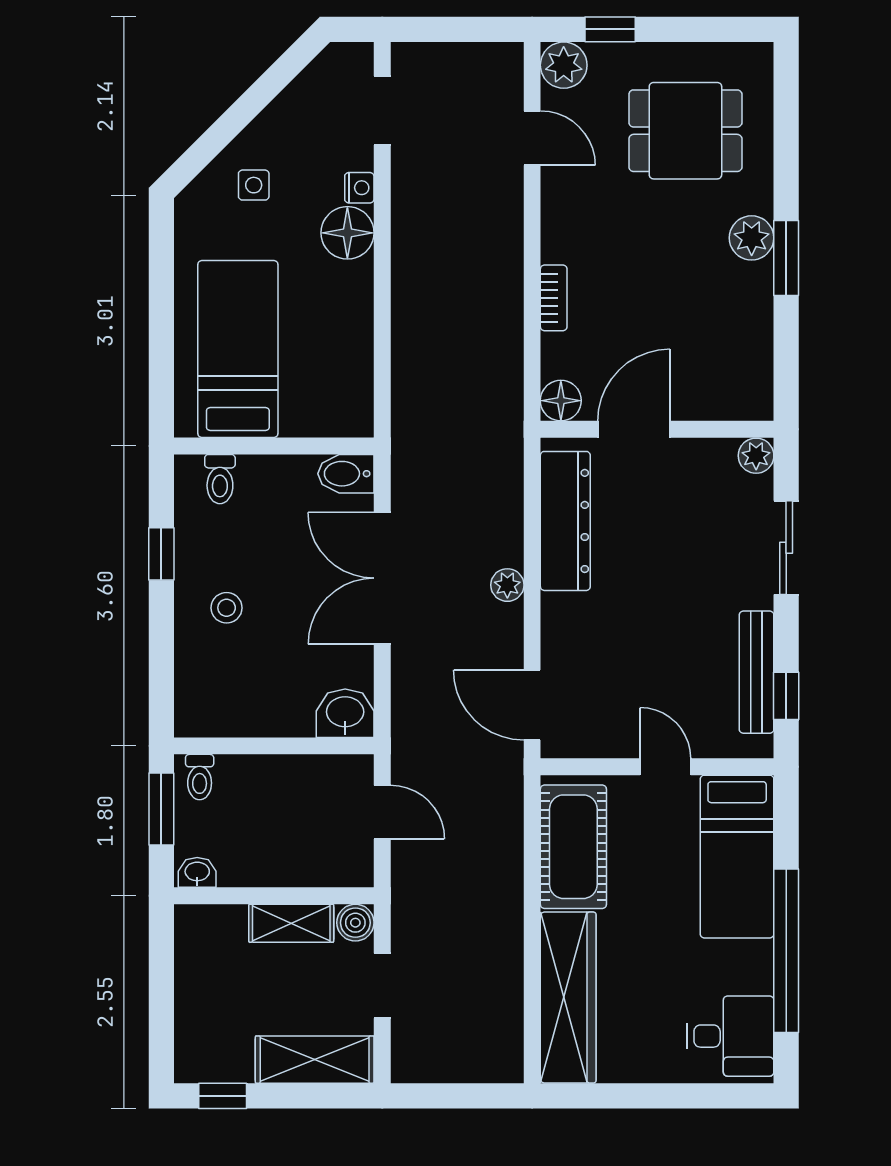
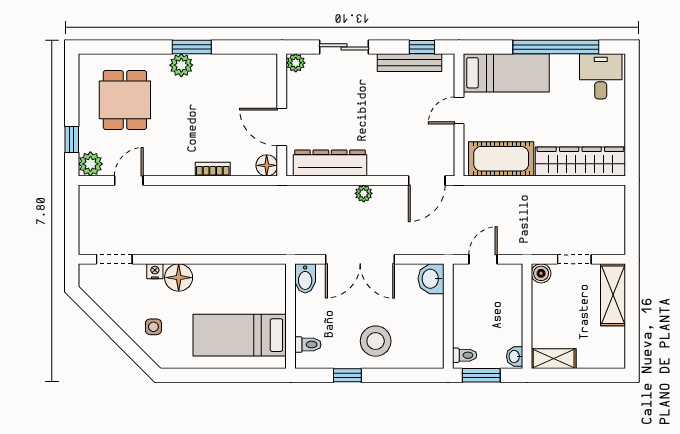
stool: (227, 608) -> (376, 341), width x1.89, depth x1.89
shelving: (291, 923) -> (554, 359), moved, turned 90
window: (223, 1096) -> (632, 343), removed

